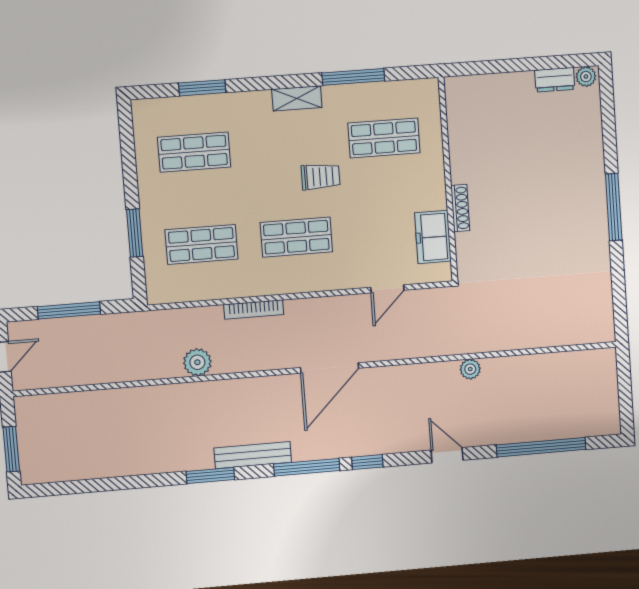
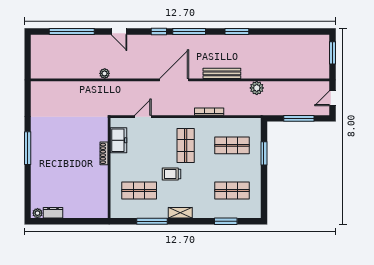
shop shelf: (296, 237) -> (186, 145), turned 90
plant: (197, 362) -> (257, 88), moved
bench: (253, 455) -> (222, 73), moved

